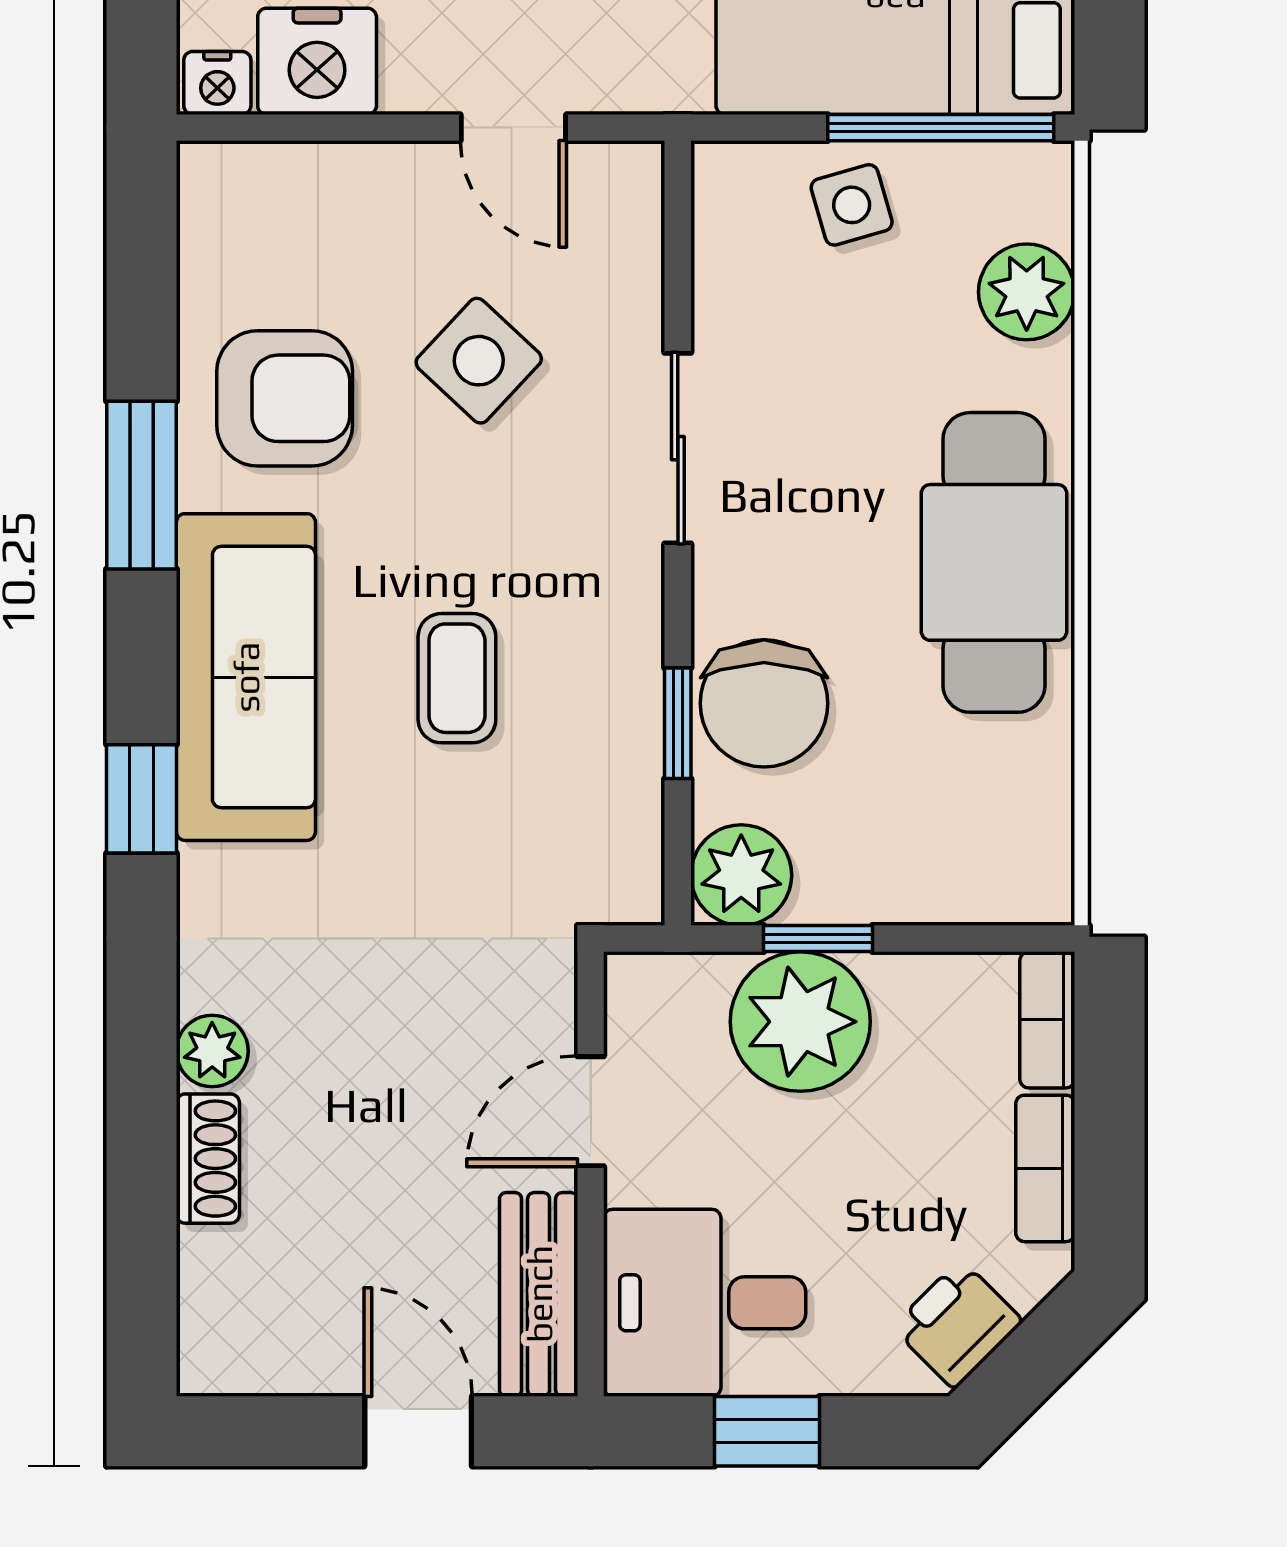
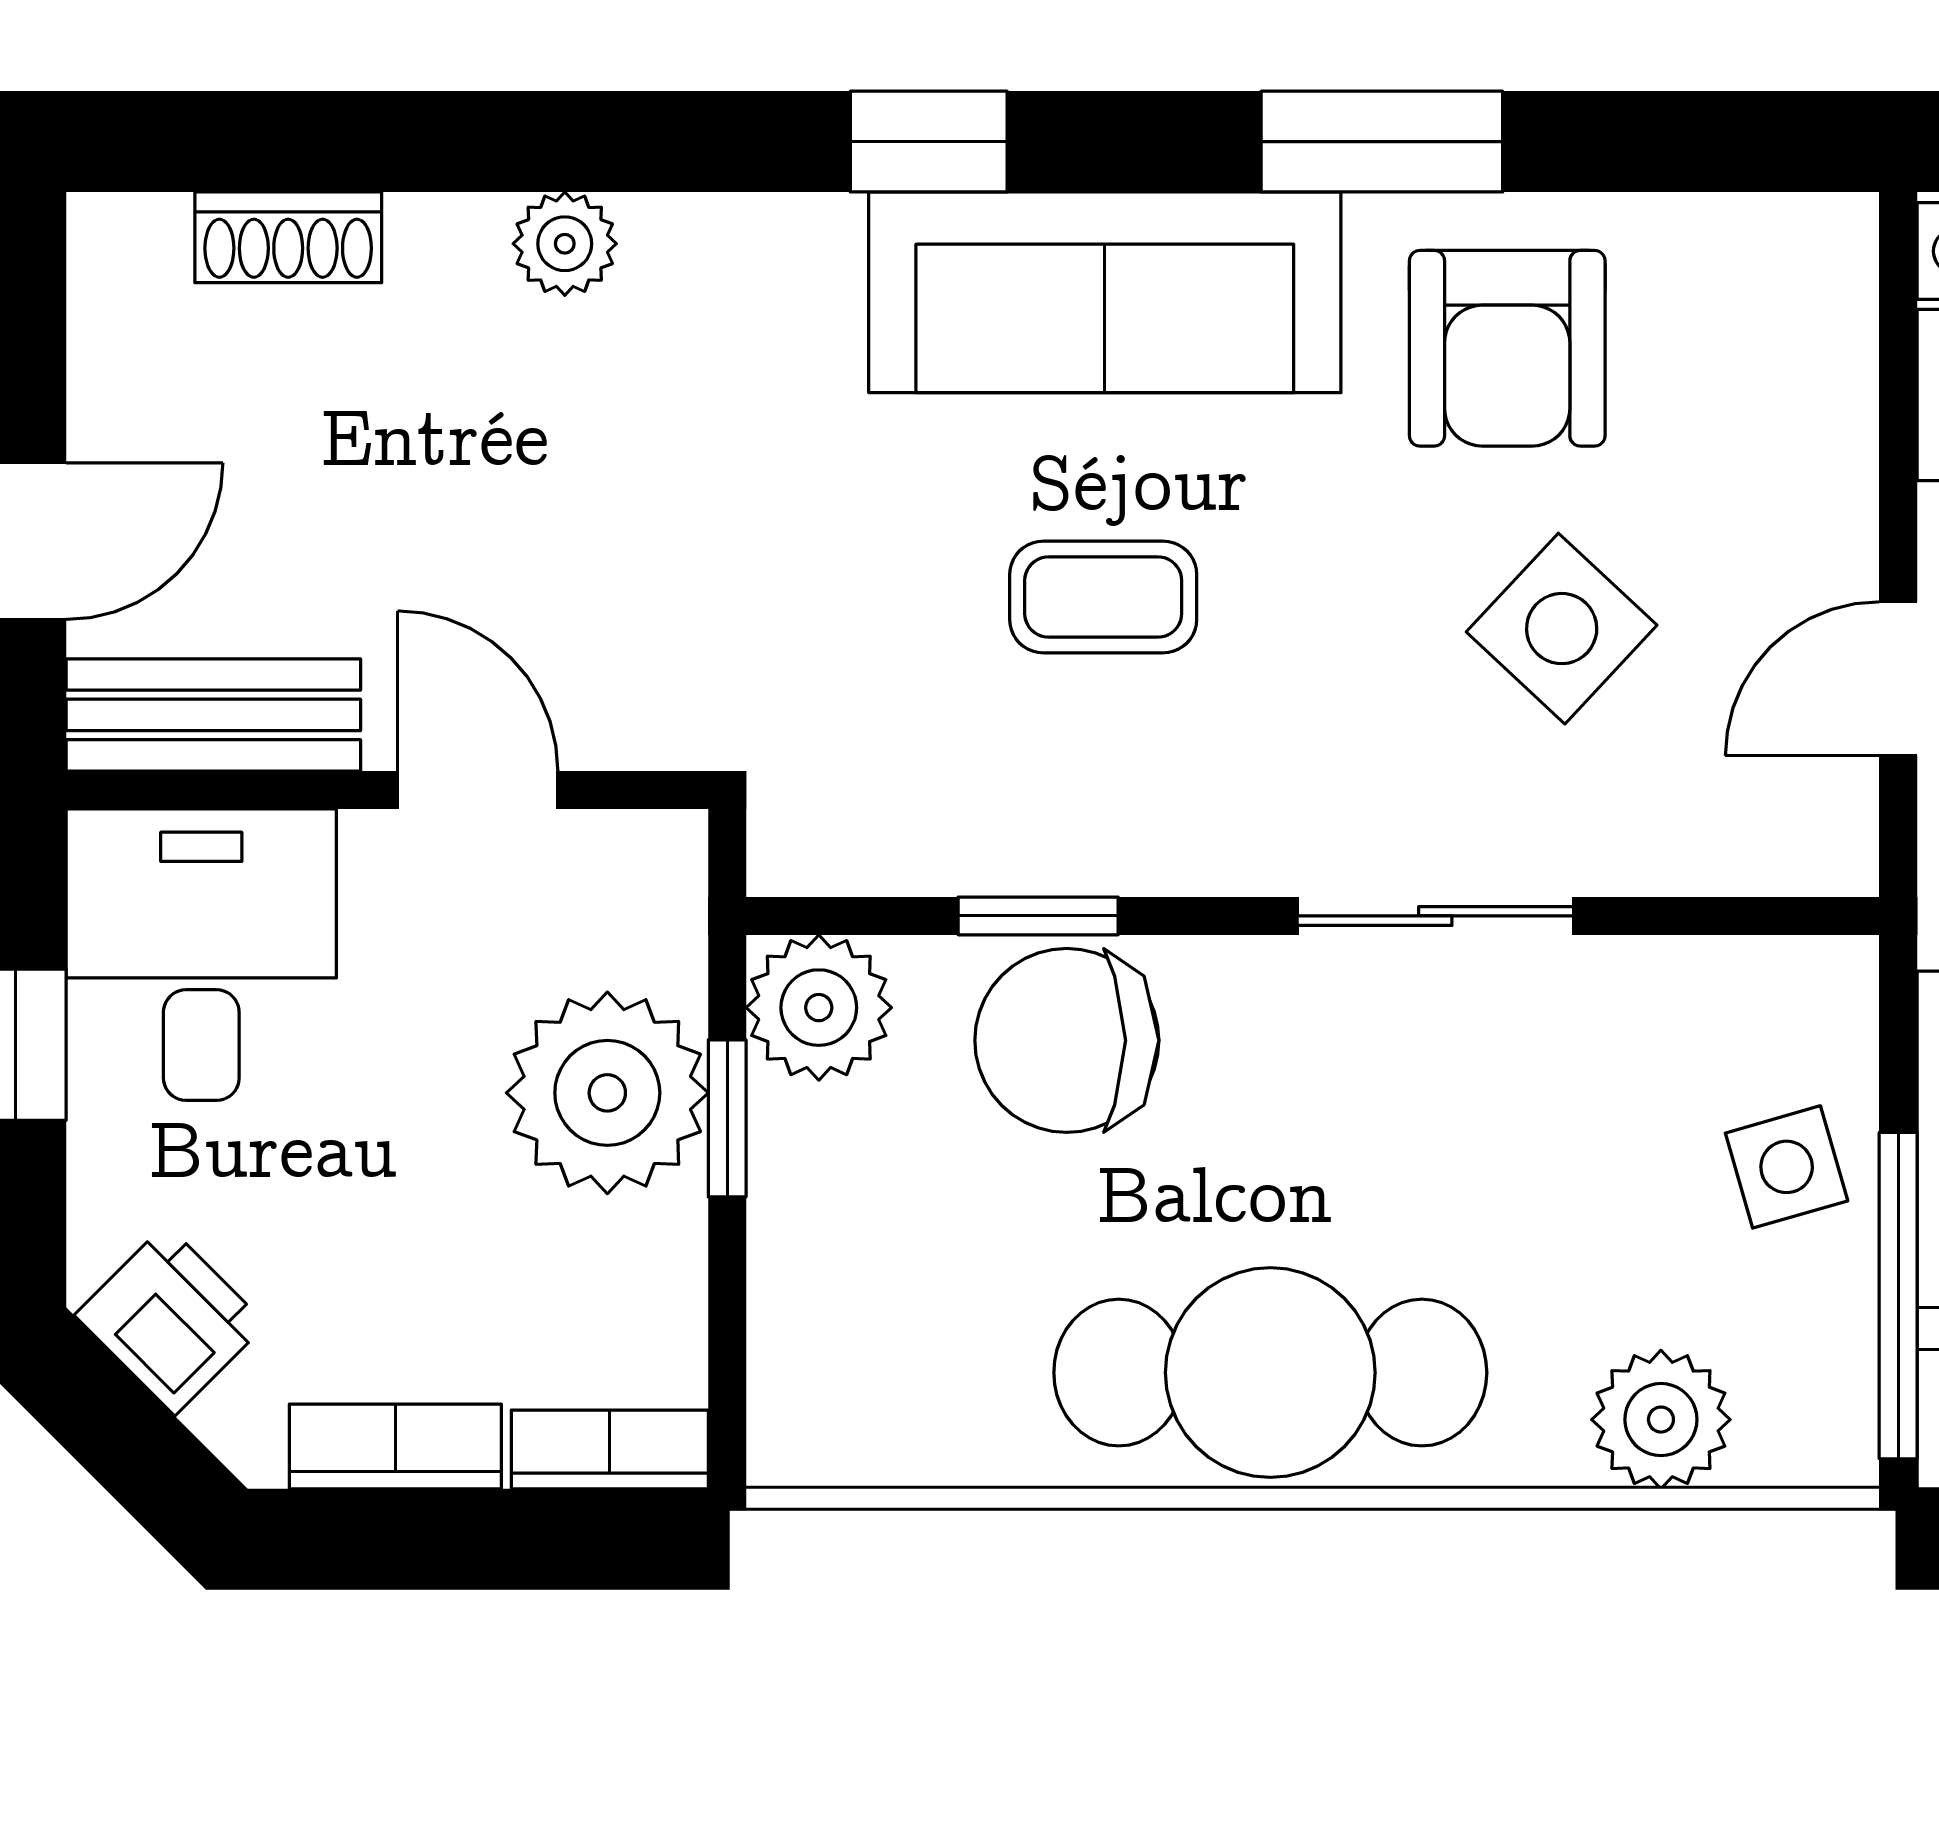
shoe rack: (208, 1159) -> (288, 237), moved

